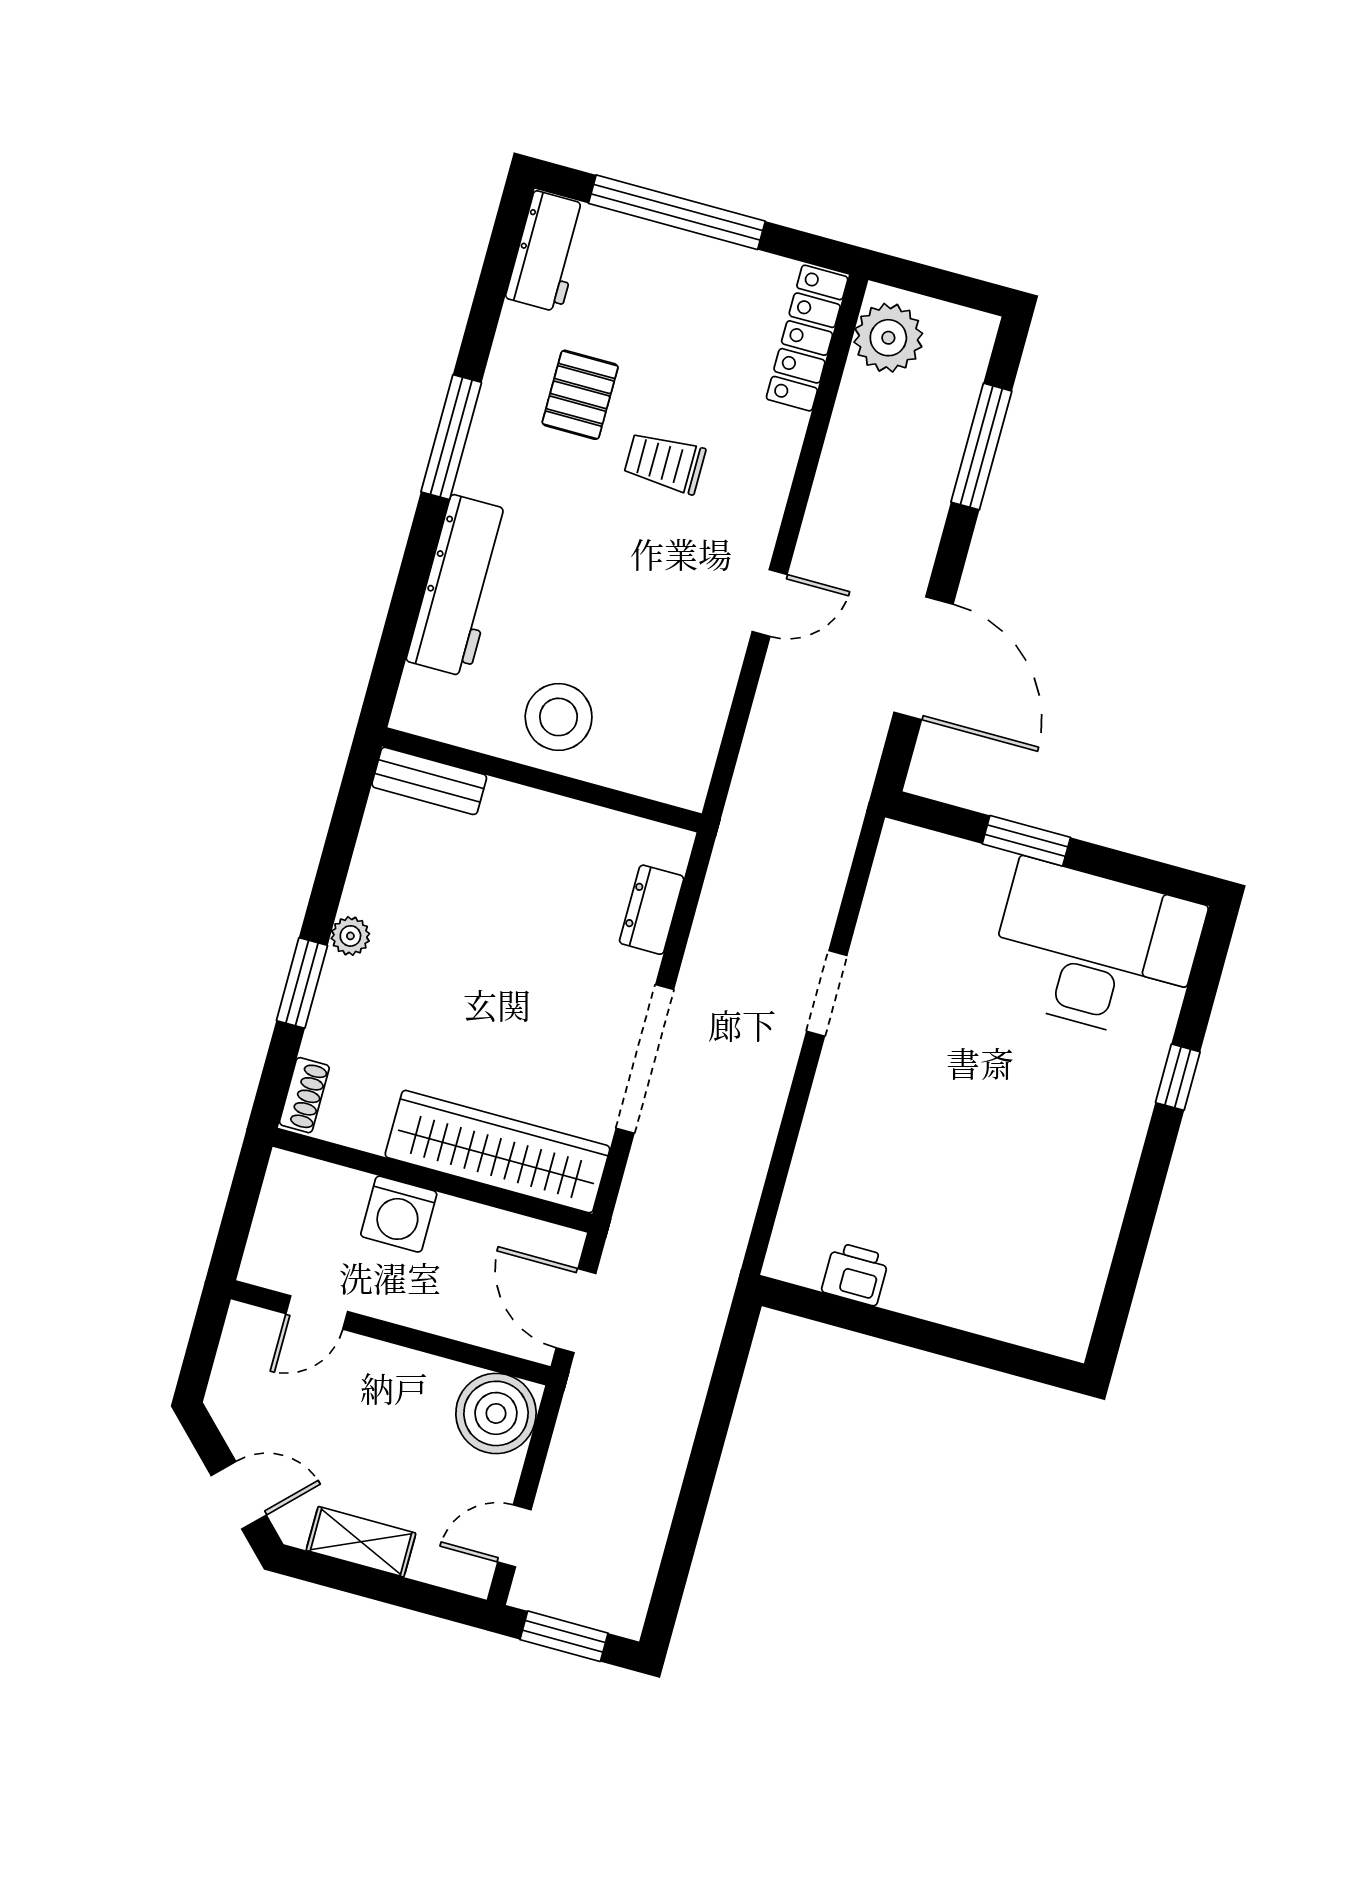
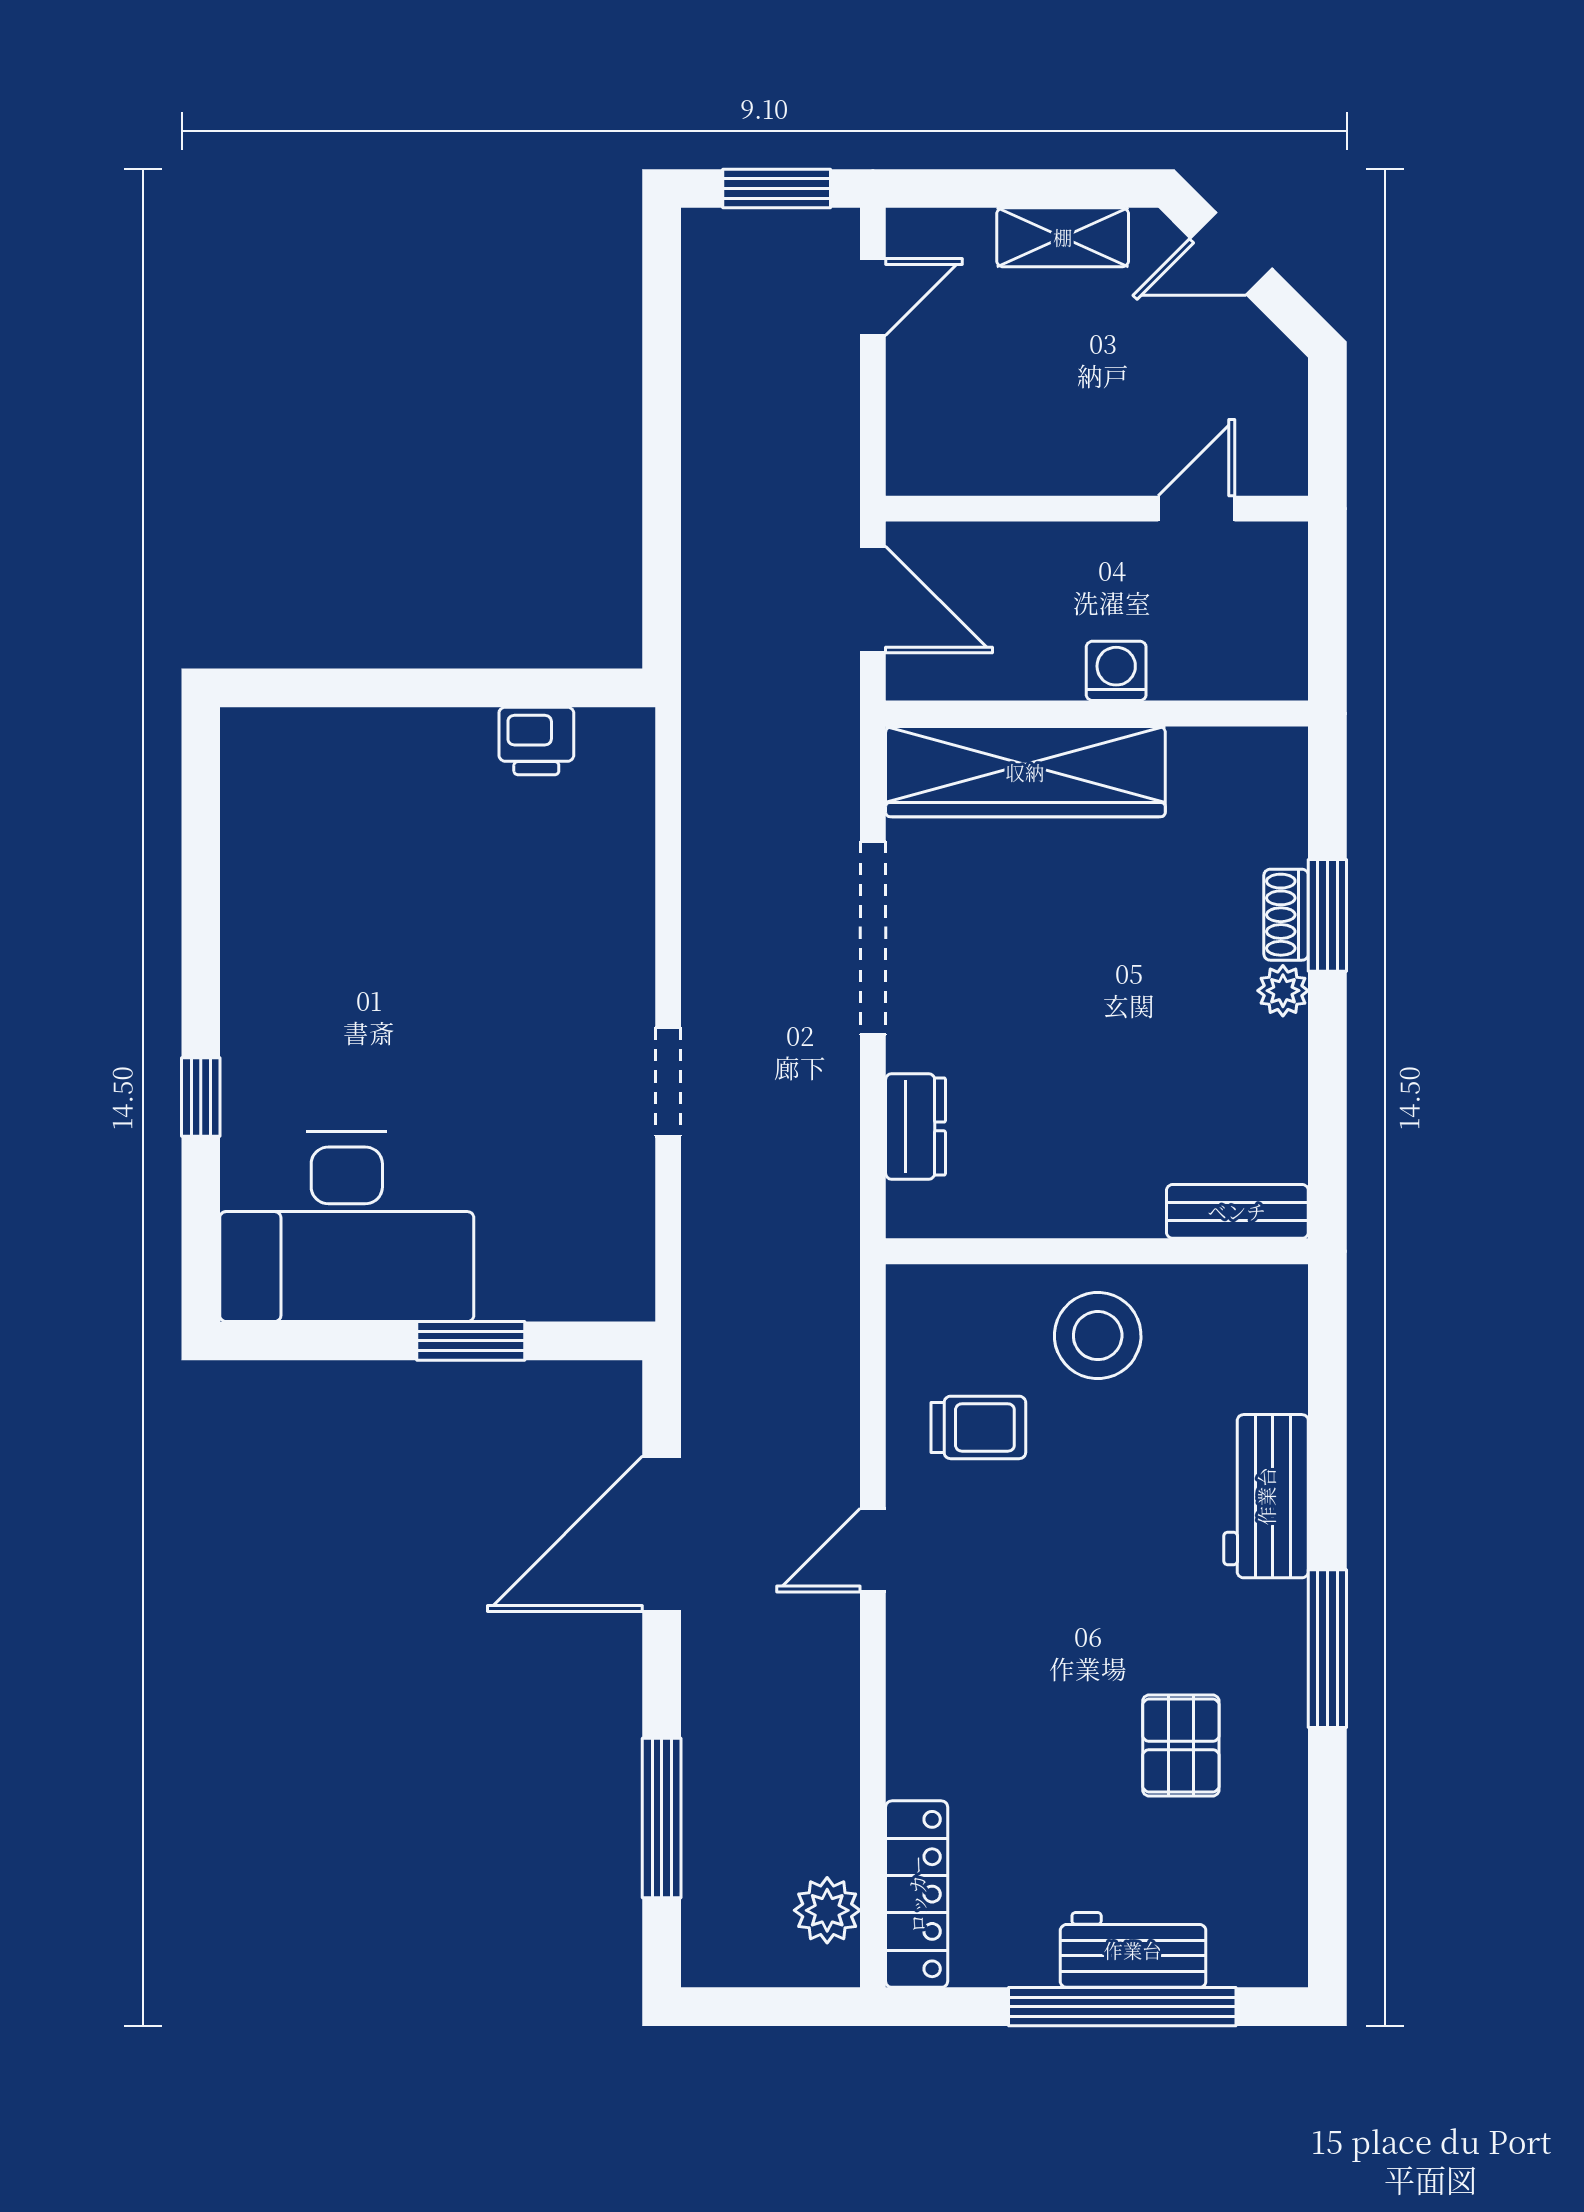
workbench: (547, 252) -> (1133, 1950), moved, turned 90
plant: (888, 338) -> (827, 1910), width x0.73, depth x0.73
trolley: (665, 463) -> (978, 1427), moved
workbench: (460, 586) -> (1266, 1496), width x0.73
door: (924, 658) -> (662, 1534), hinge flipped
shoe rack: (304, 1095) -> (1286, 915), moved
washing machine: (399, 1214) -> (1116, 671), width x0.73, depth x0.73
boiler: (496, 1413) -> (938, 444), removed

